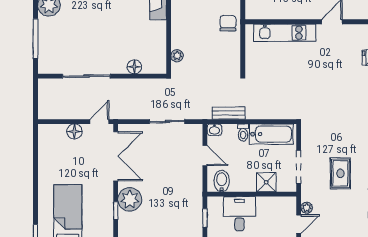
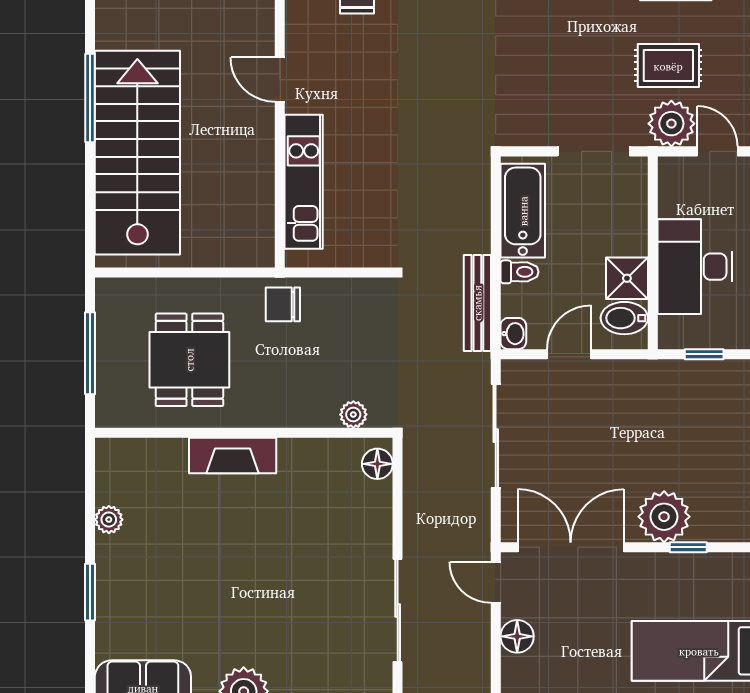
floor lamp: (134, 67) -> (377, 464), moved
bench: (229, 113) -> (477, 303), width x1.36
sliding door: (167, 122) -> (496, 436), width x1.37
rug: (340, 173) -> (668, 66), moved
shower: (266, 182) -> (627, 278), moved
plant: (307, 208) -> (671, 124), width x1.88, depth x1.88
desk: (240, 214) -> (695, 267), width x1.37

